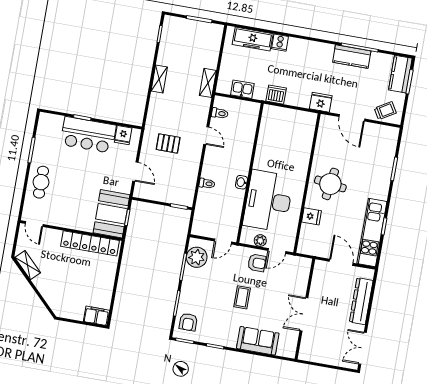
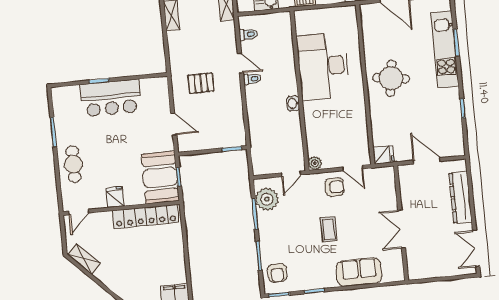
fridge: (123, 135) -> (115, 197), moved, turned 180
toilet: (207, 184) -> (252, 79), moved
desk: (268, 201) -> (323, 66), moved
fridge: (311, 216) -> (384, 155), moved
door: (34, 224) -> (79, 212), hinge flipped
kitchen unit: (372, 233) -> (445, 49), moved
plant: (260, 241) -> (315, 163), moved
door: (277, 251) -> (353, 168), hinge flipped

